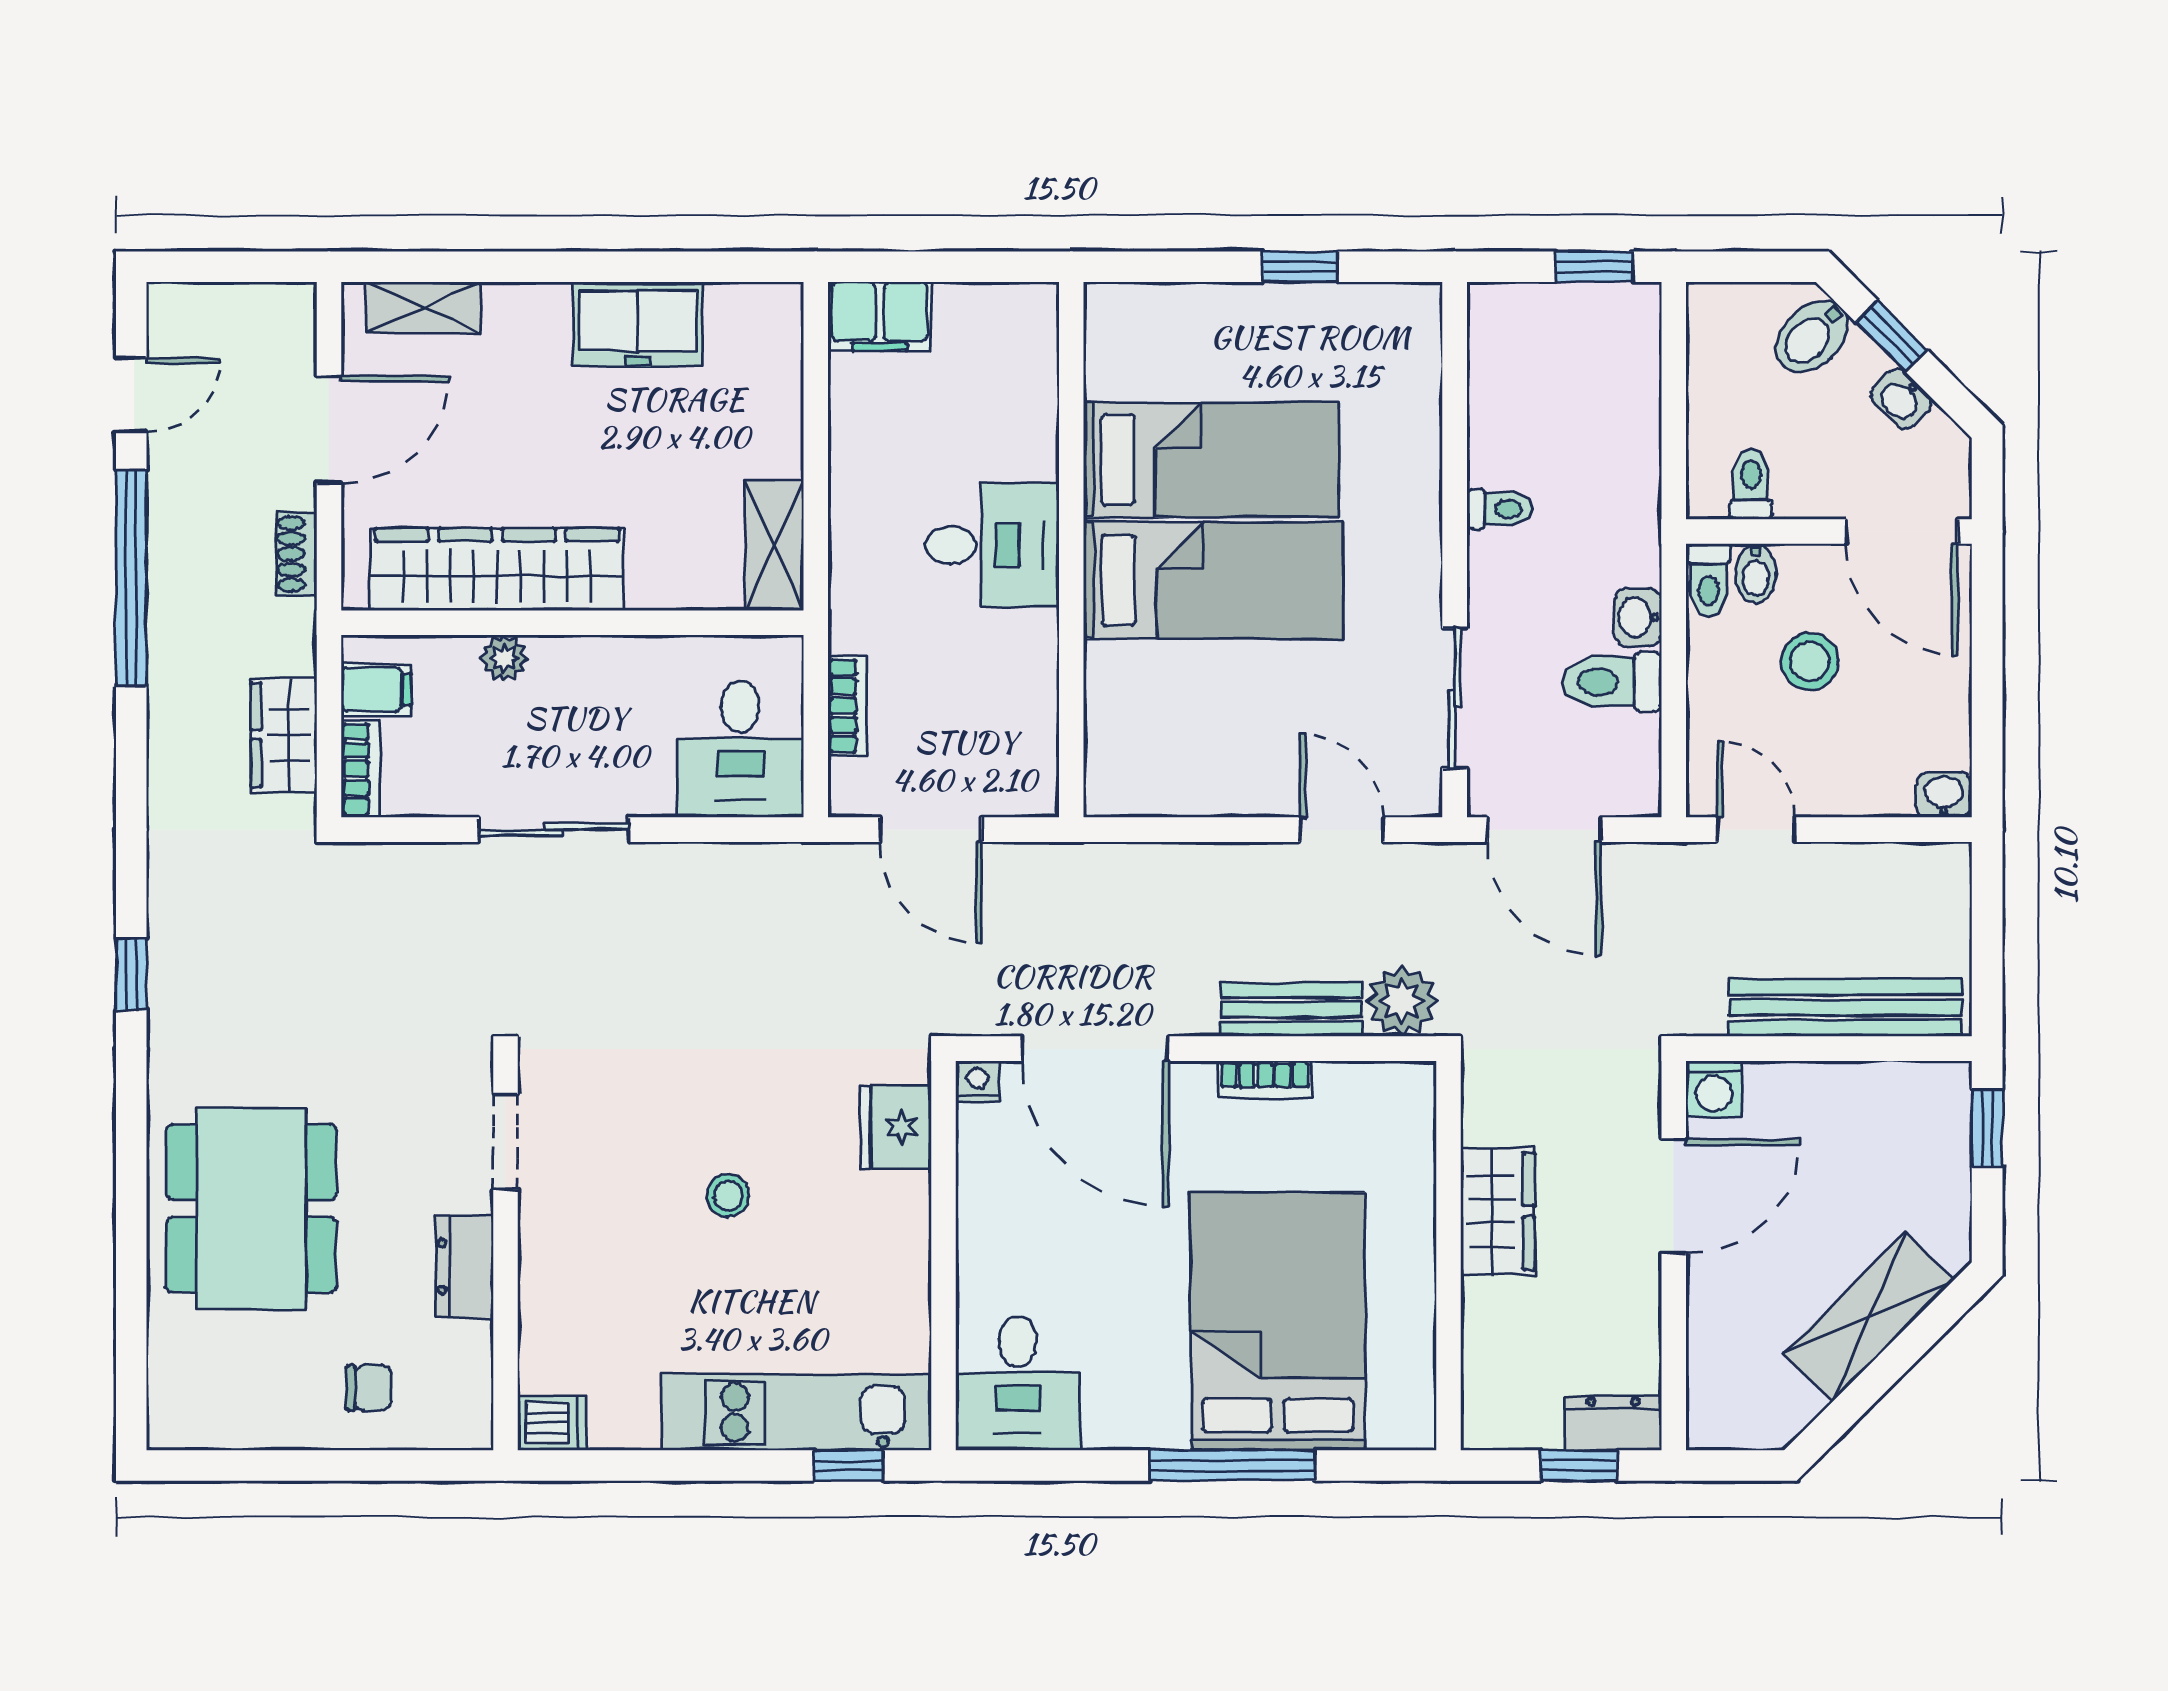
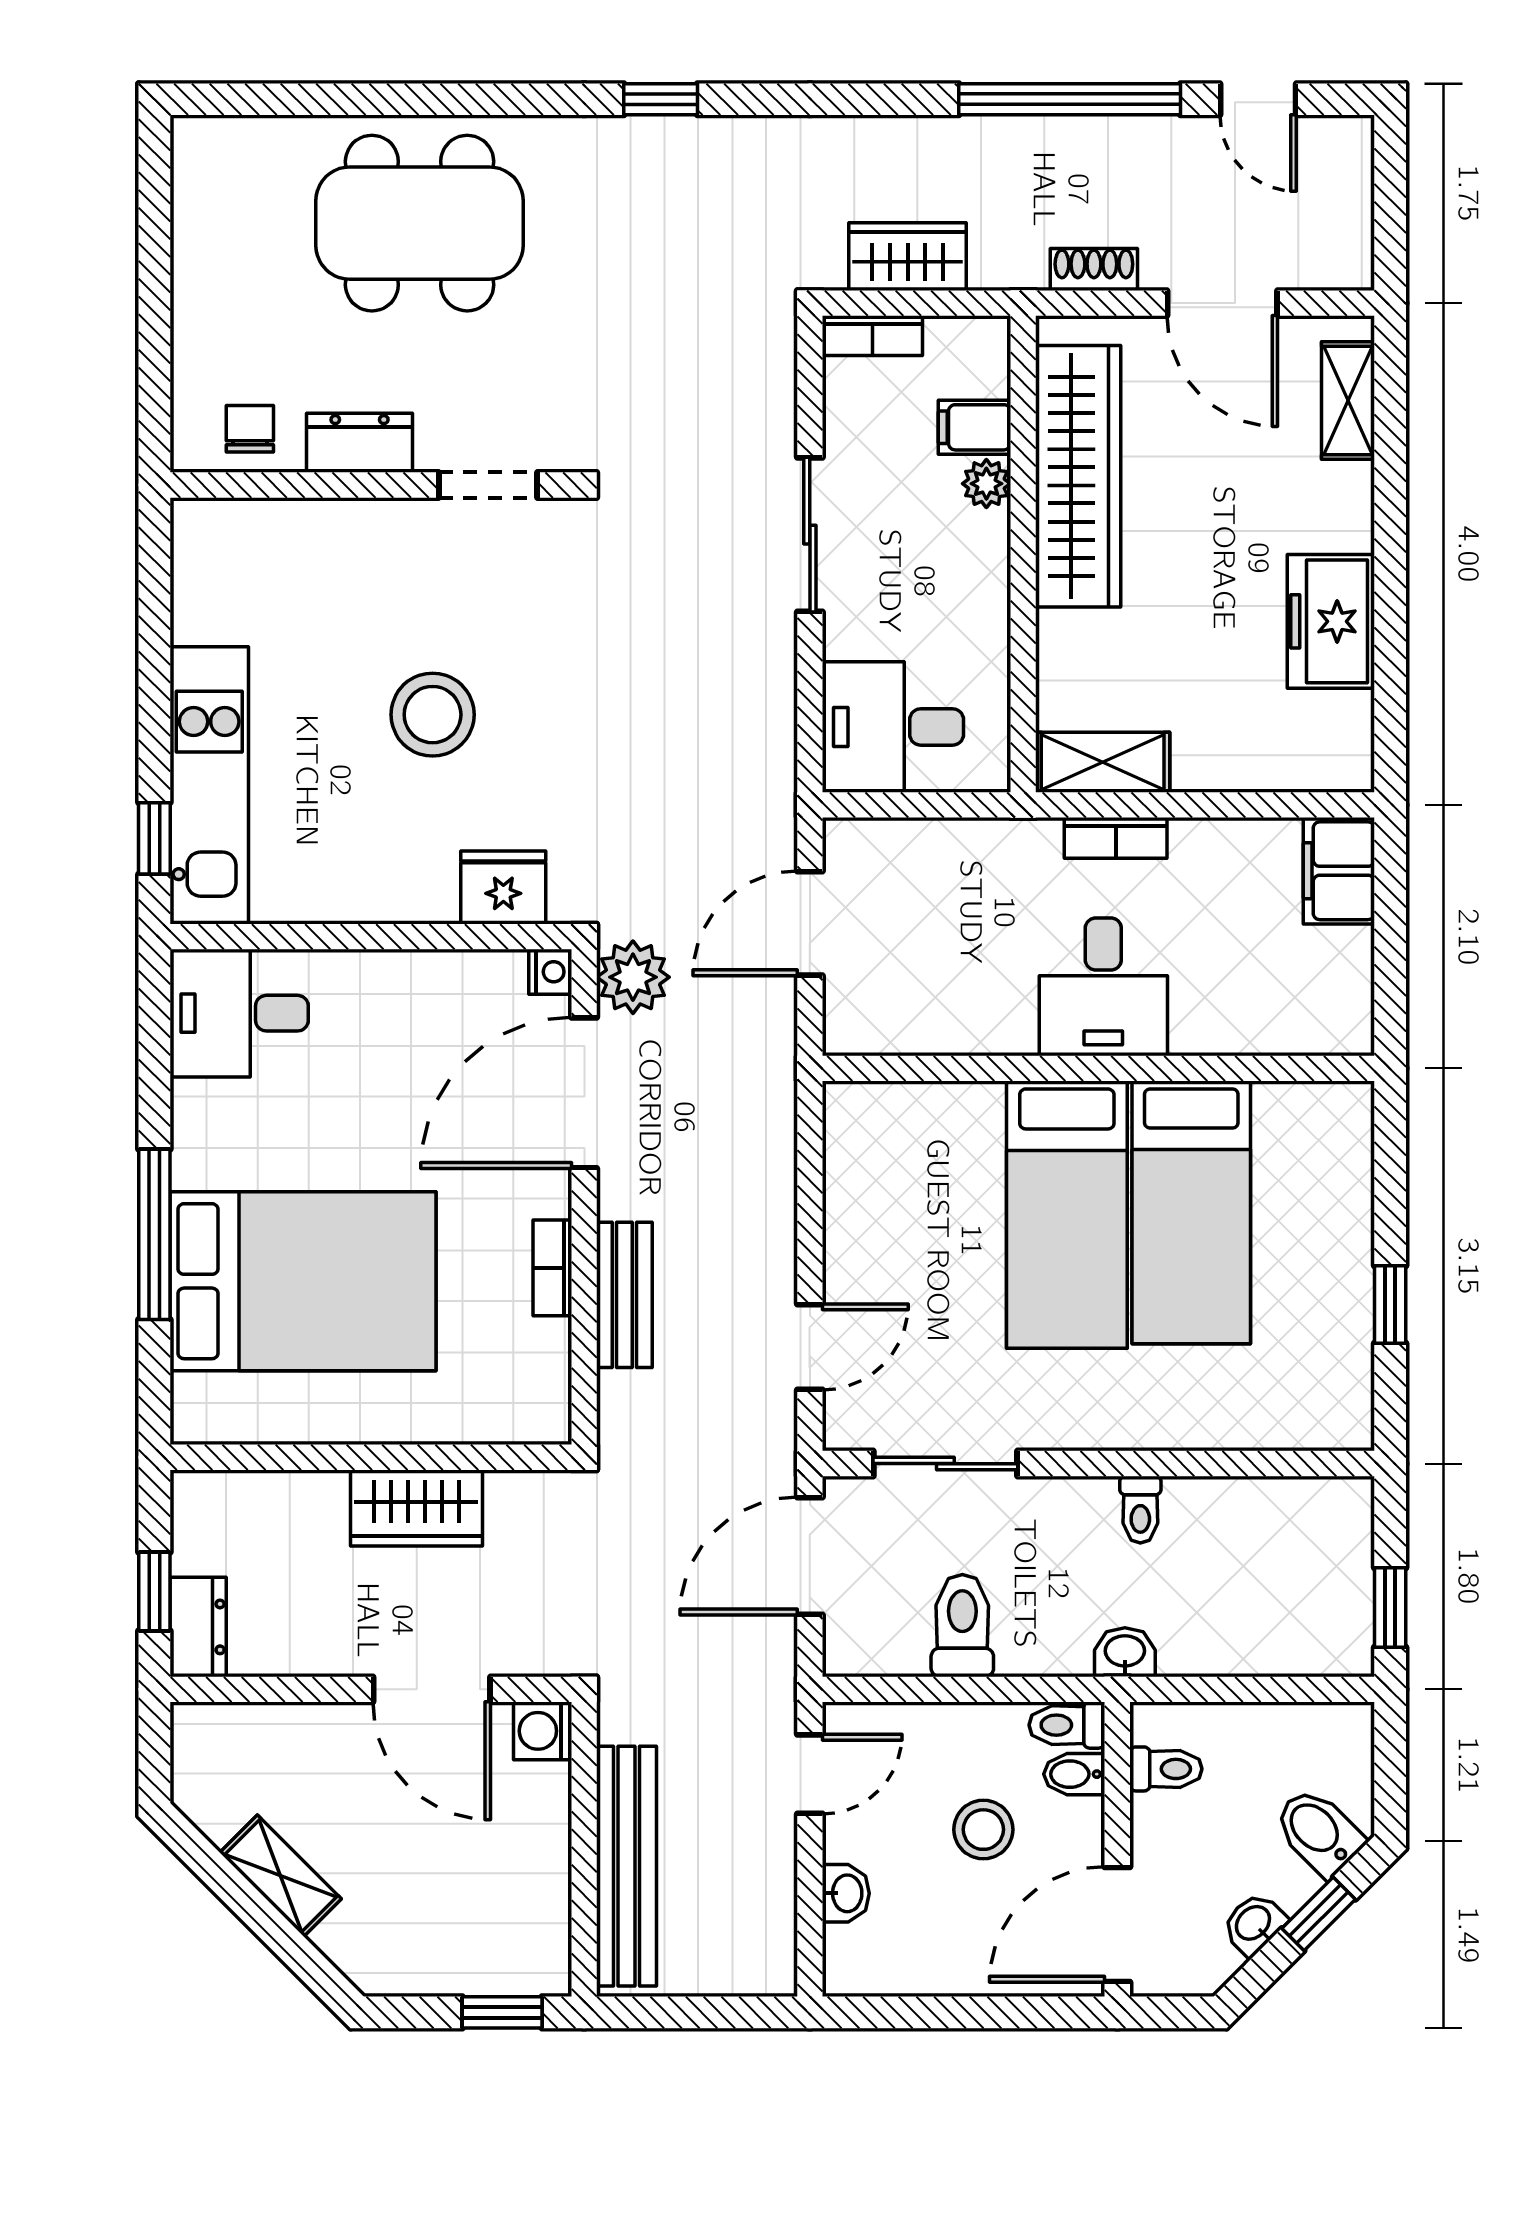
washbasin: (1638, 617) -> (1125, 1652), moved
filing cabinet: (376, 689) -> (975, 427), moved, turned 90
bookcase: (848, 706) -> (1116, 838), moved
washbasin: (1944, 795) -> (846, 1893), moved
plant: (1402, 1001) -> (633, 977), moved
stool: (728, 1196) -> (433, 715), width x1.89, depth x1.89
shelving: (1869, 1317) -> (281, 1876), width x0.67, depth x0.75
chair: (369, 1388) -> (250, 429), moved, turned 180
dishwasher: (552, 1423) -> (198, 533), removed

